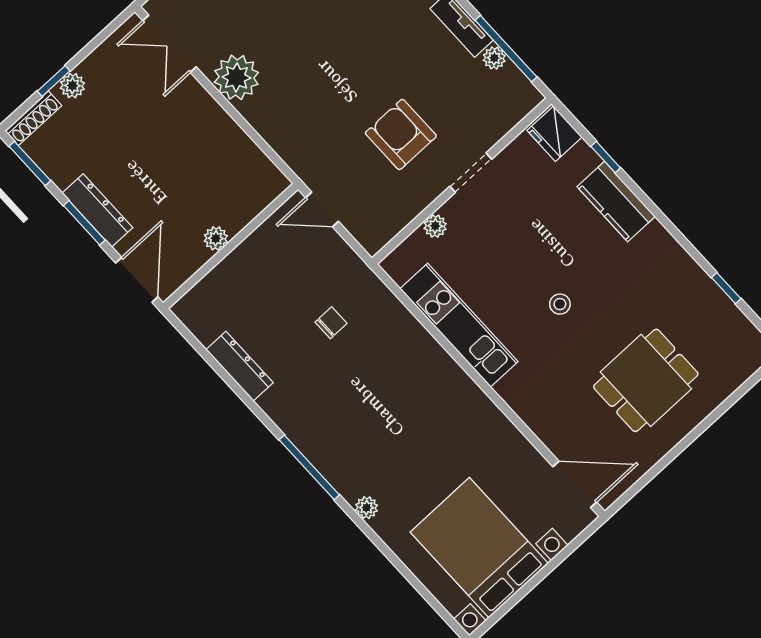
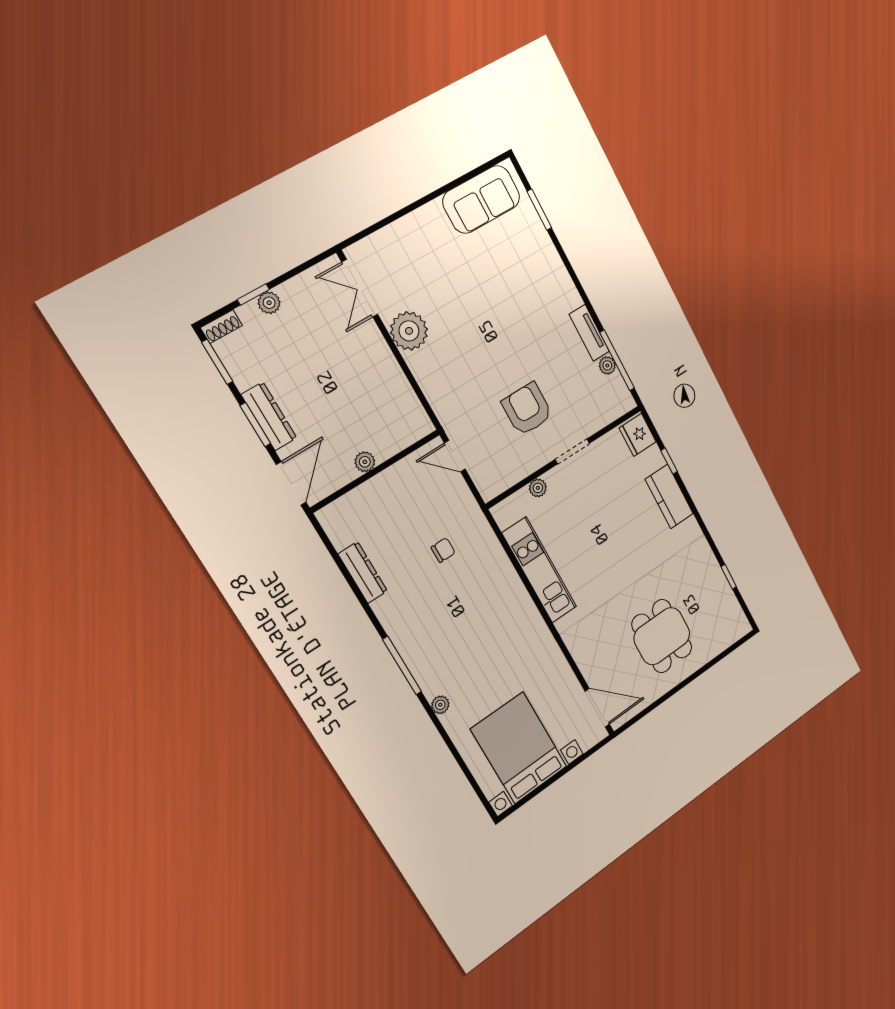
shoe rack: (33, 118) -> (221, 327), width x0.70
stool: (560, 304) -> (615, 567), removed
dining table: (646, 380) -> (662, 636), turned 90

